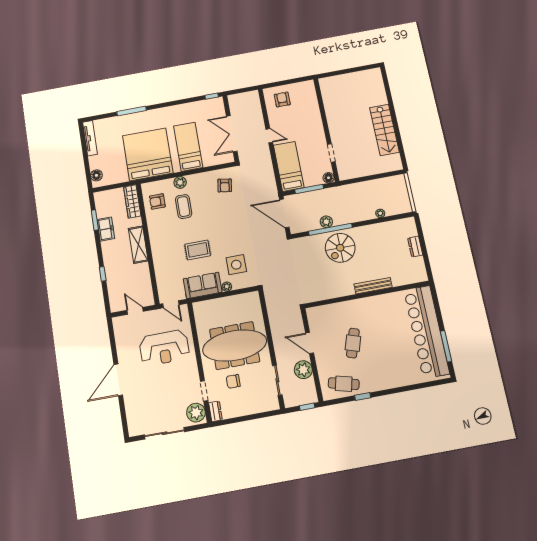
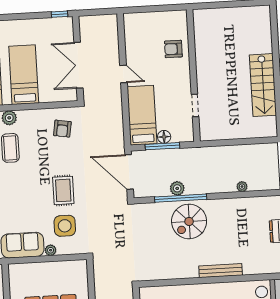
armchair: (282, 99) -> (173, 49), moved, turned -90
floor lamp: (329, 178) -> (164, 137), moved
rug: (198, 250) -> (63, 190), moved, turned 90

